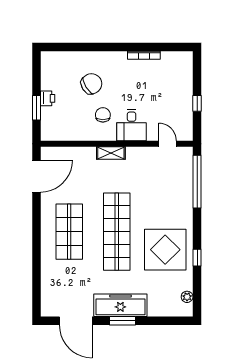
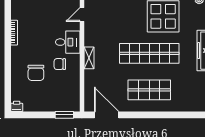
chair: (91, 84) -> (36, 73), turned -148
printer: (48, 98) -> (17, 106), moved
window: (37, 108) -> (64, 115), moved

